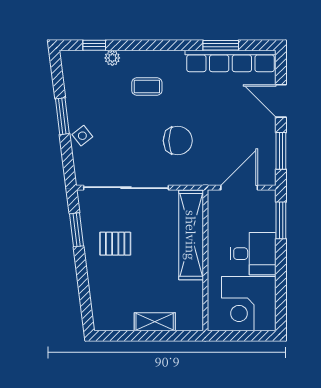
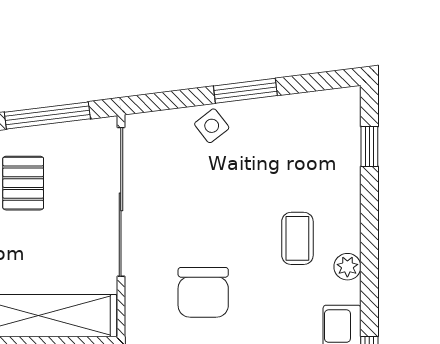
plant: (112, 58) -> (347, 267), moved
window: (76, 230) -> (47, 116), width x1.44

